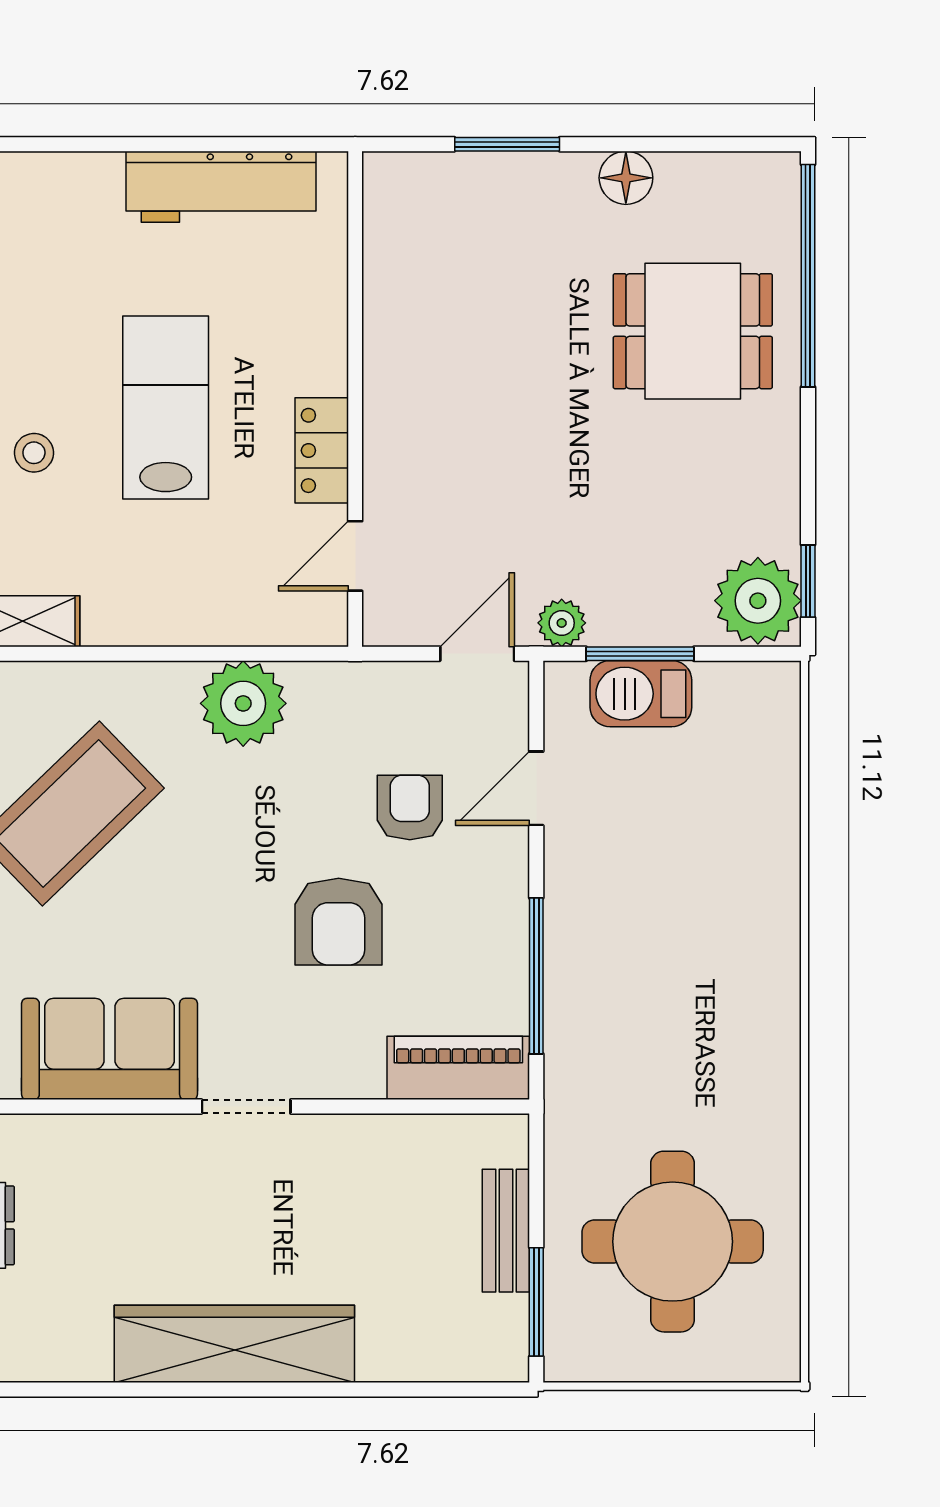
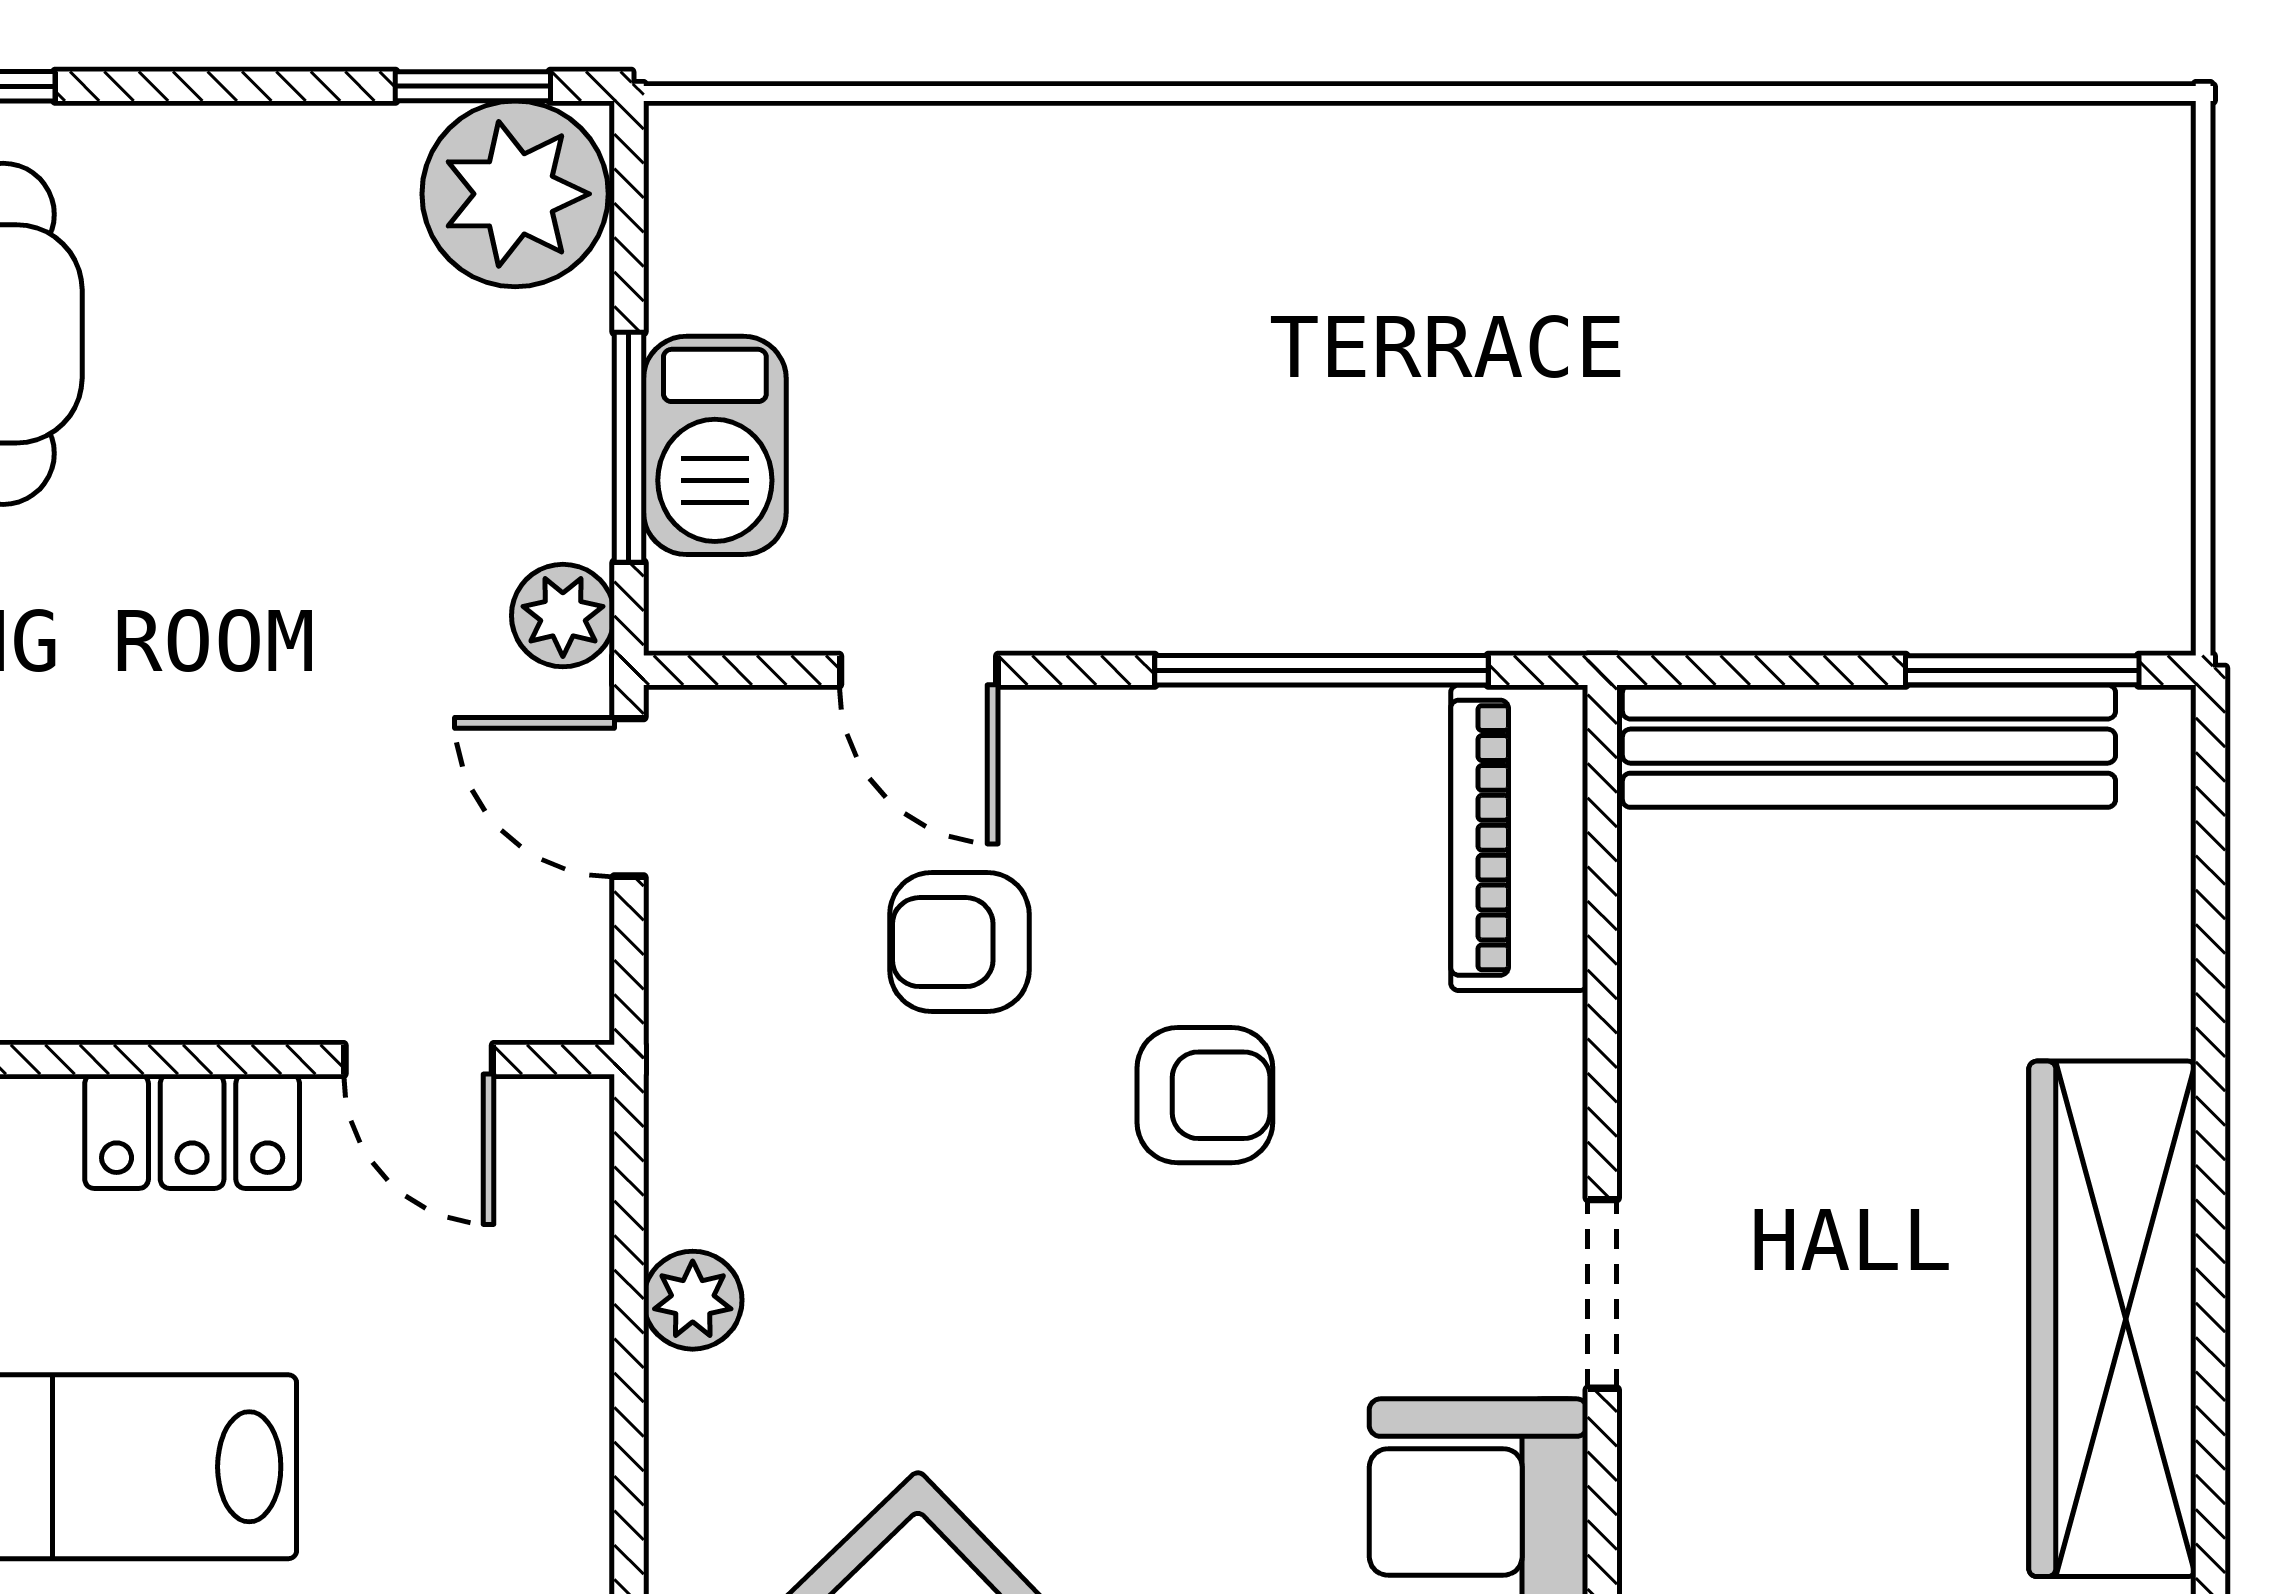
plant: (243, 703) -> (693, 1300), width x0.53, depth x0.53
armchair: (339, 922) -> (1205, 1095), width x0.72, depth x0.72
bench: (506, 1231) -> (1869, 746), width x1.86, depth x1.21
round table: (673, 1242) -> (1892, 377), removed

